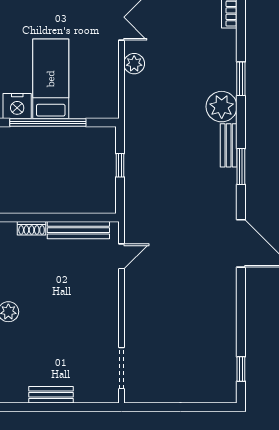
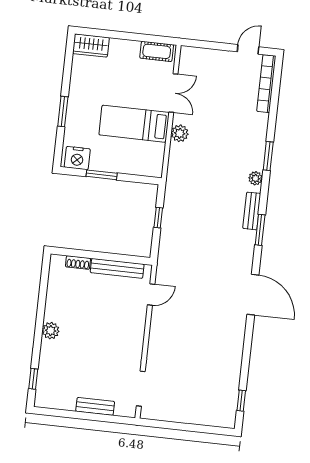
bed: (51, 79) -> (134, 124), moved, turned -90
plant: (222, 107) -> (255, 178), width x0.53, depth x0.53
window: (48, 122) -> (102, 175), width x0.47
bench: (51, 395) -> (95, 406), moved

